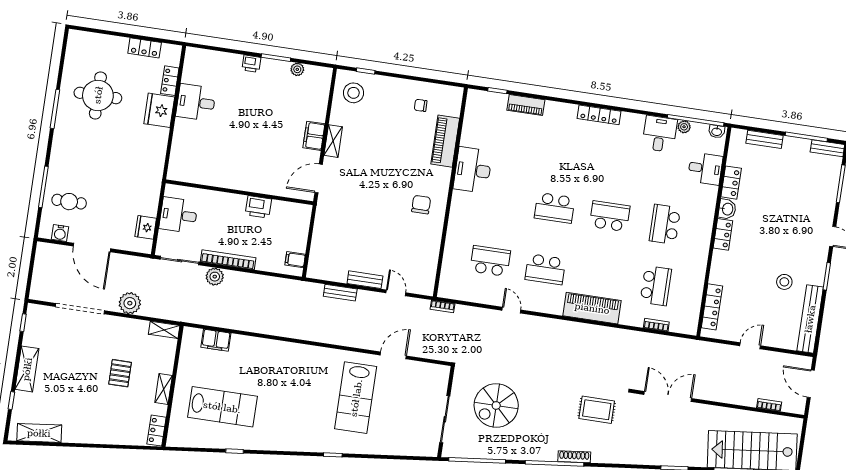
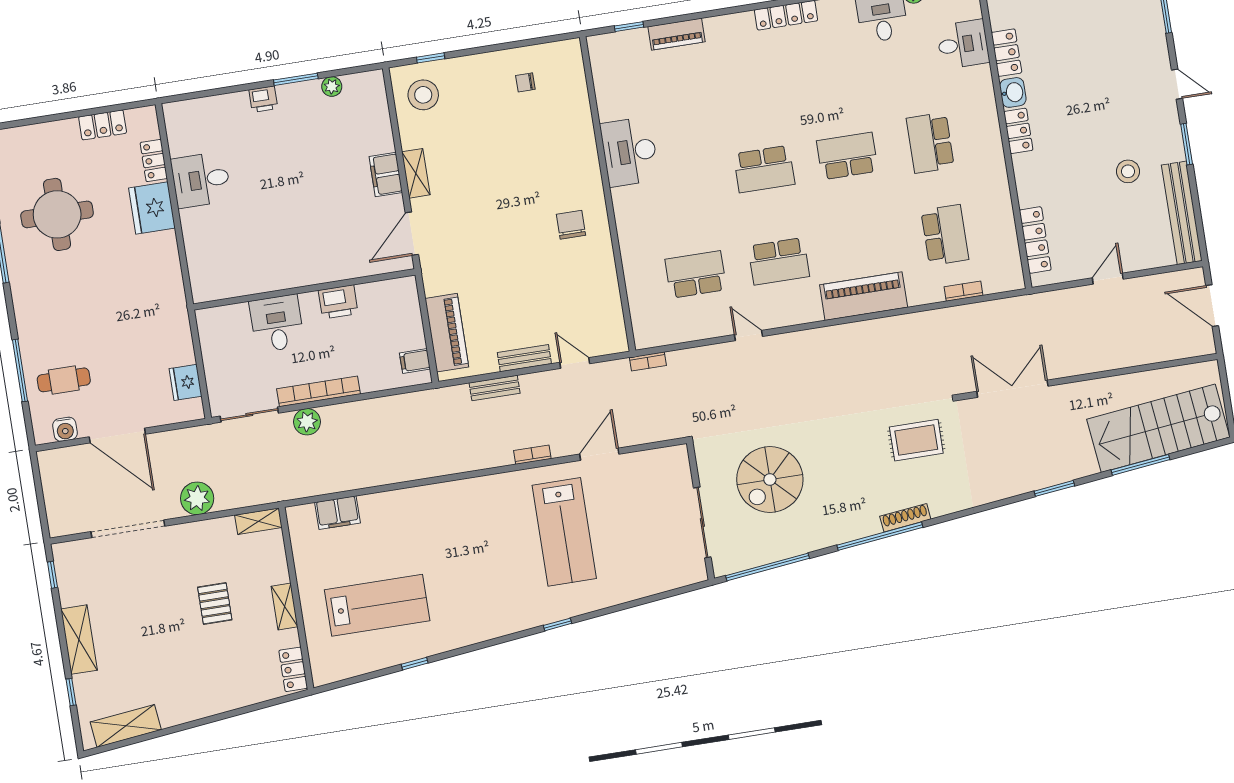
piano: (445, 141) -> (447, 333), moved, turned 180
desk: (178, 215) -> (277, 323), moved, turned 90
bookcase: (769, 405) -> (532, 455), moved

